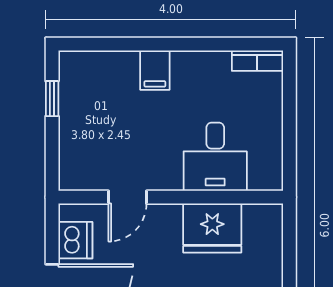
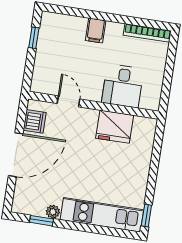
bookcase: (257, 61) -> (147, 33), width x1.56
door: (127, 197) -> (69, 101), swing flipped

